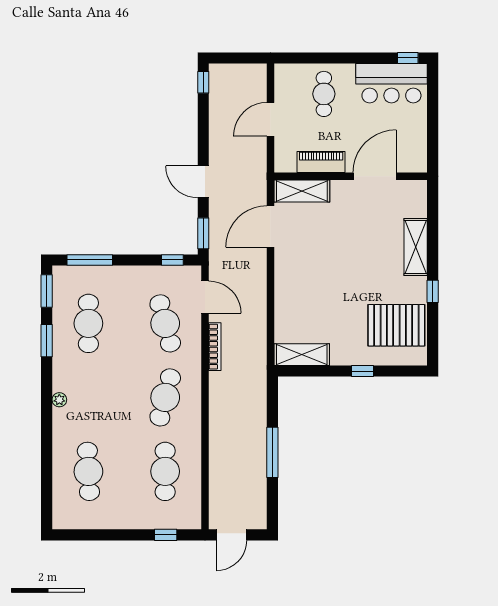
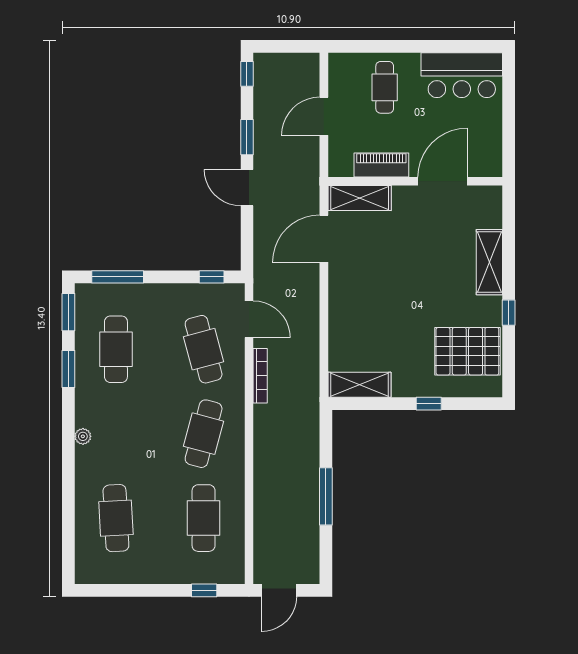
window: (408, 58) -> (480, 46), removed
window: (203, 233) -> (247, 137), moved

